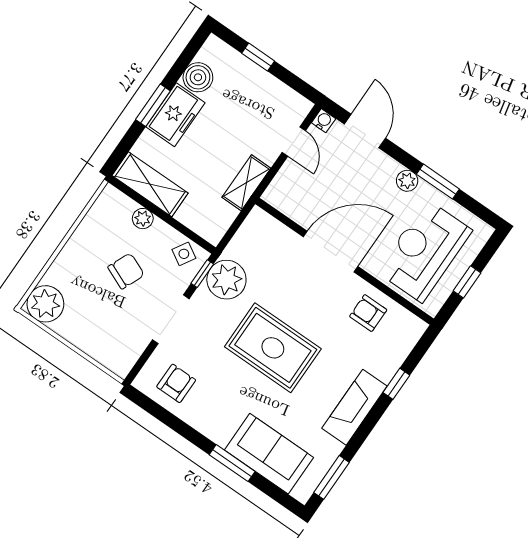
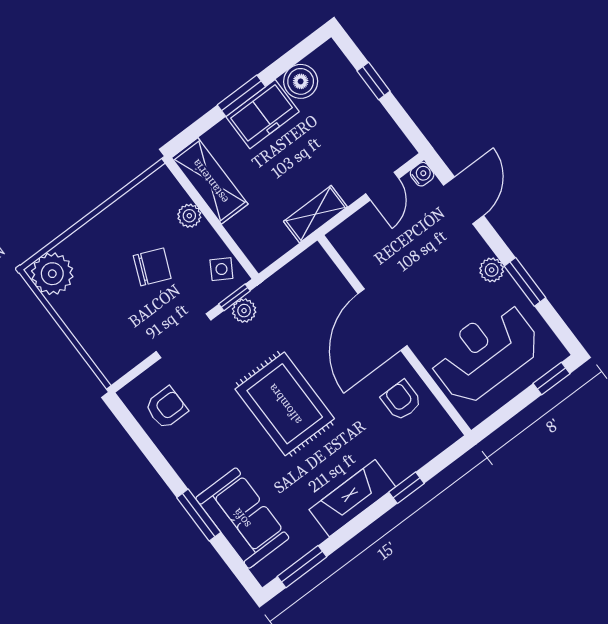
door: (331, 252) -> (382, 320), swing flipped
plant: (226, 280) -> (244, 311), width x0.53, depth x0.53
window: (467, 282) -> (552, 379), moved

